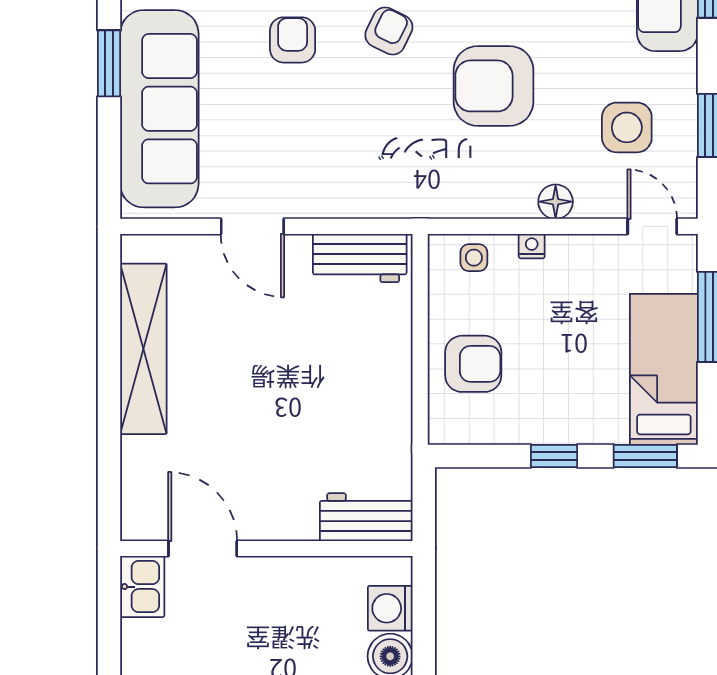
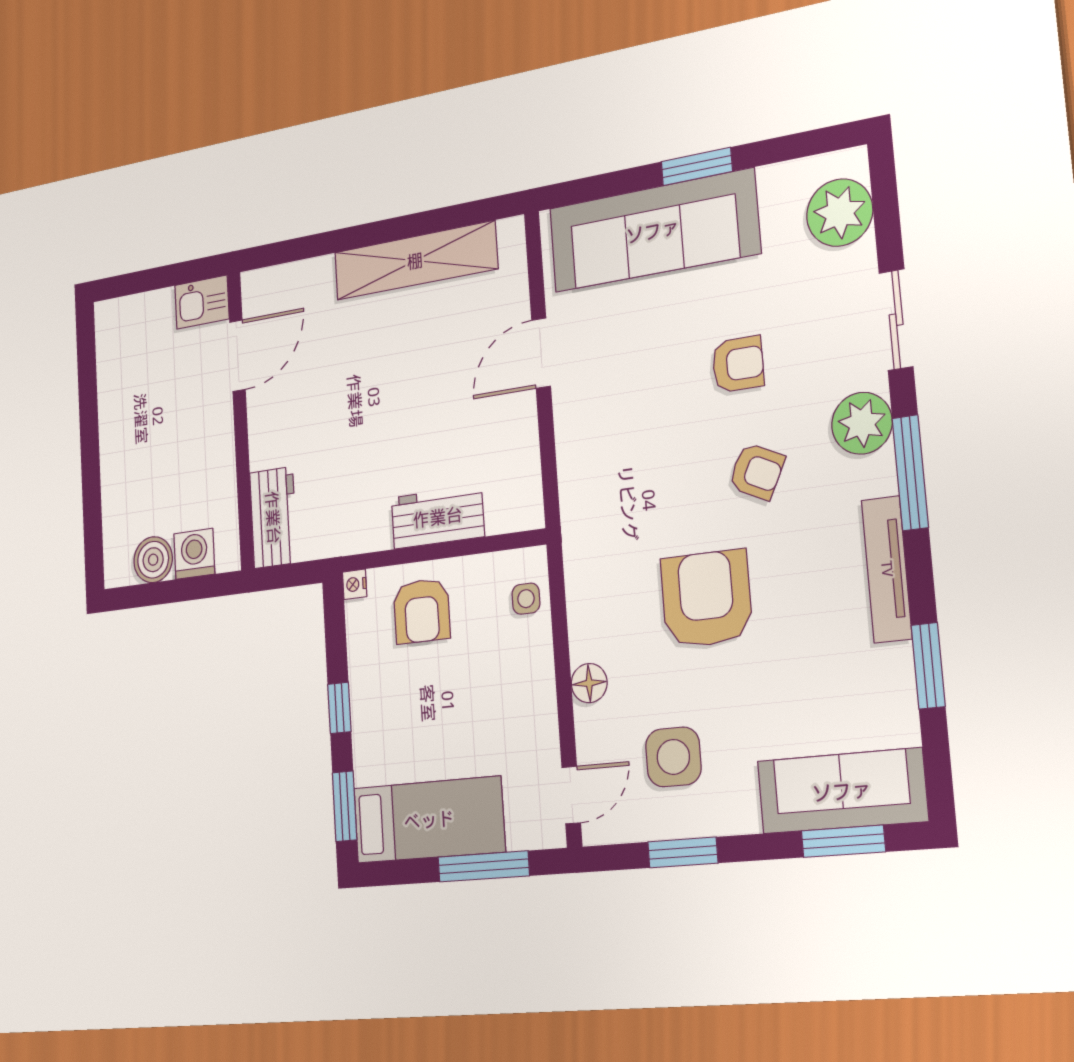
nightstand: (532, 246) -> (355, 584), moved, turned 180
workbench: (360, 258) -> (438, 517), moved, turned 90

